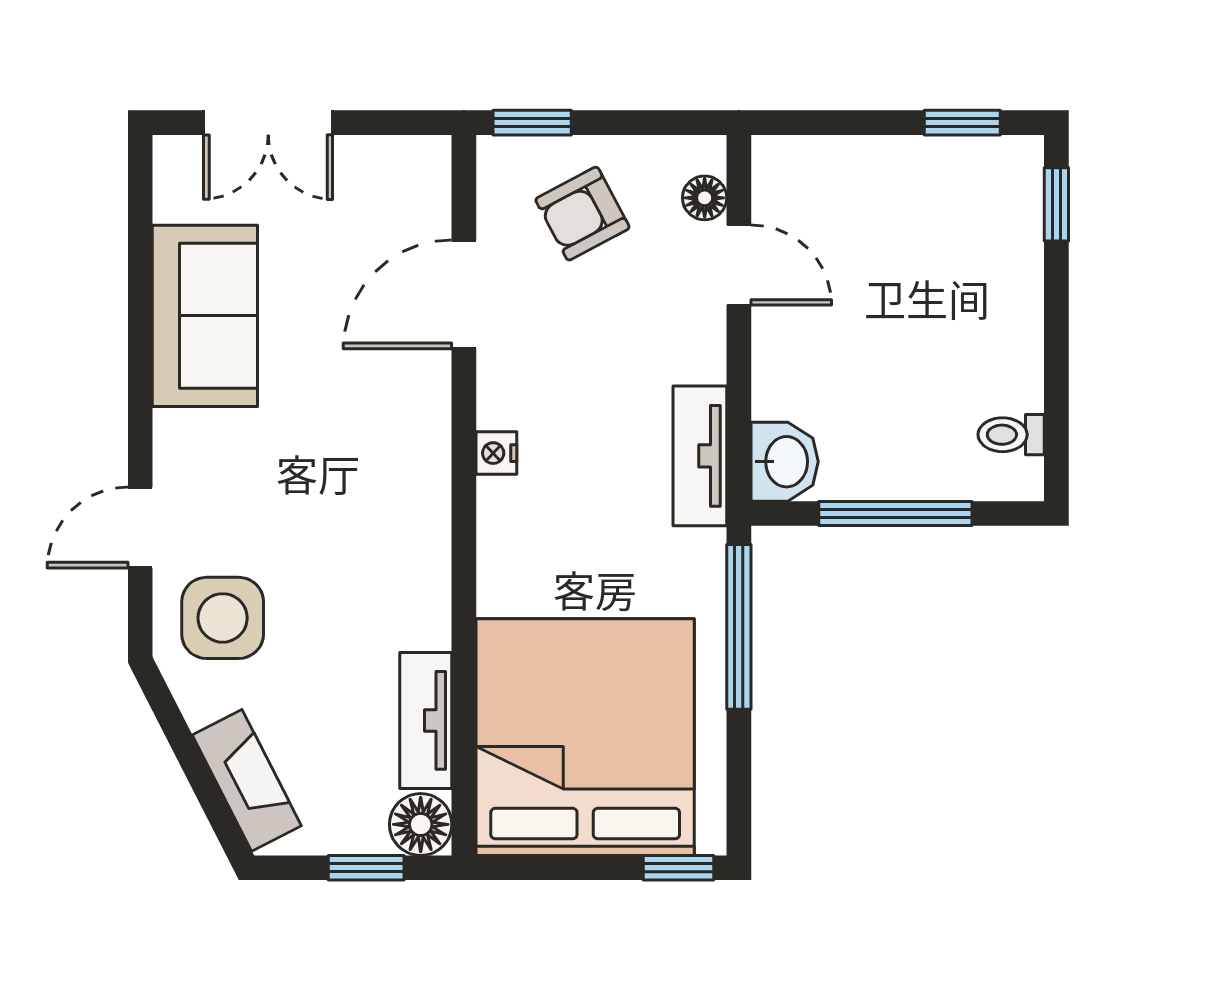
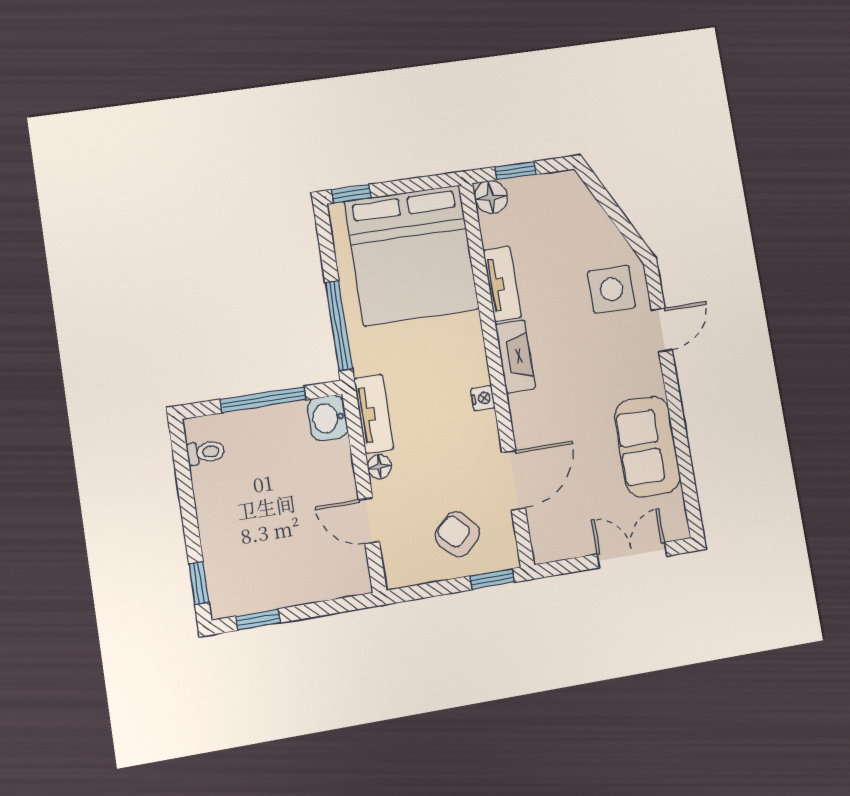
floor lamp: (705, 198) -> (379, 467), moved
armchair: (582, 214) -> (457, 534), turned -106
tv unit: (426, 720) -> (502, 284), moved
fireplace: (247, 780) -> (515, 357), moved, turned -153

